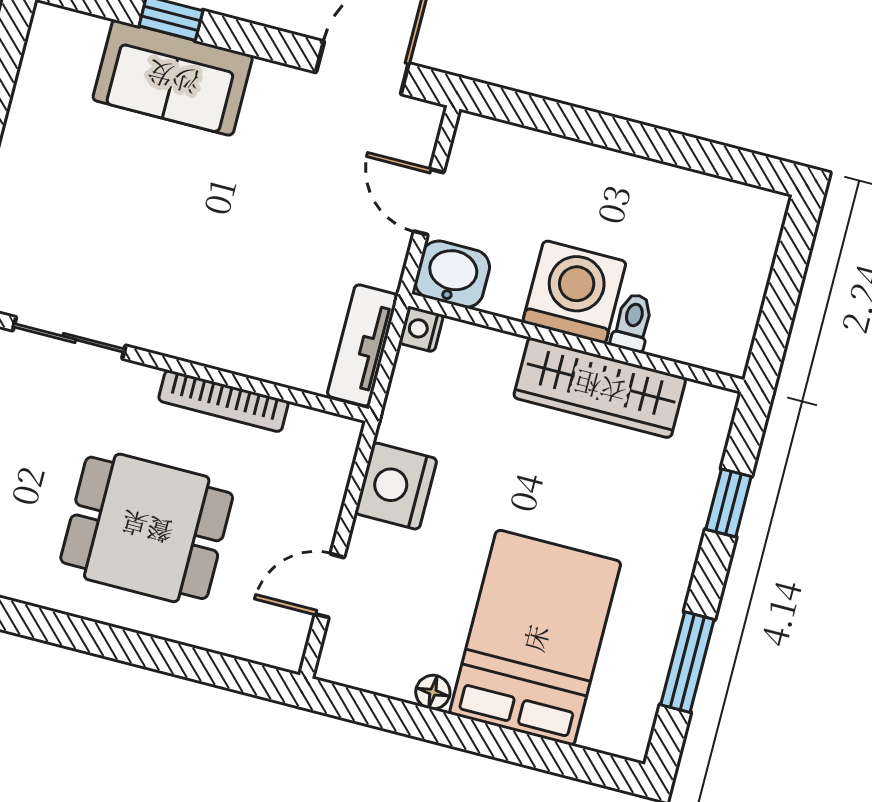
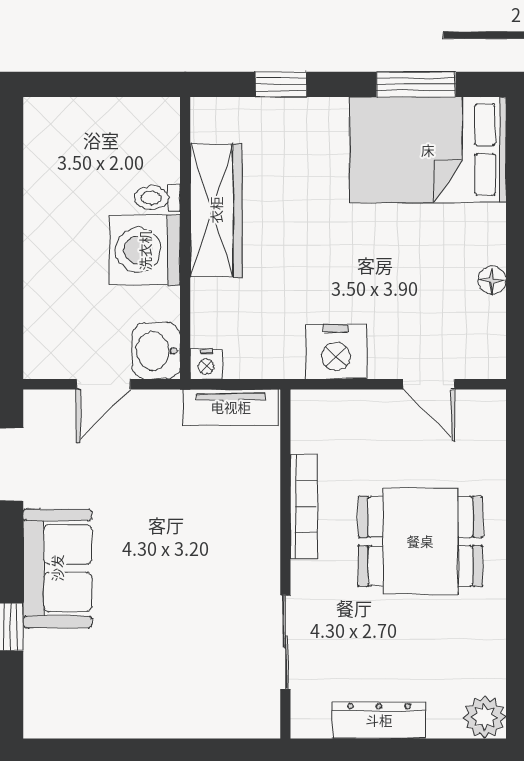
sofa: (173, 78) -> (57, 568), moved
dining table: (147, 528) -> (420, 541), turned 90
bed: (535, 638) -> (428, 150), moved

